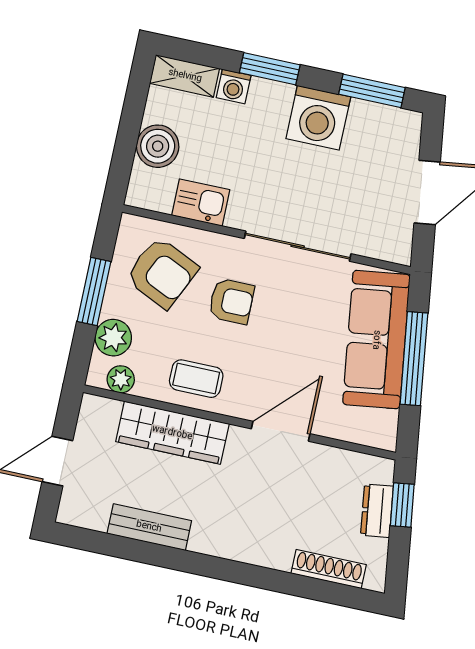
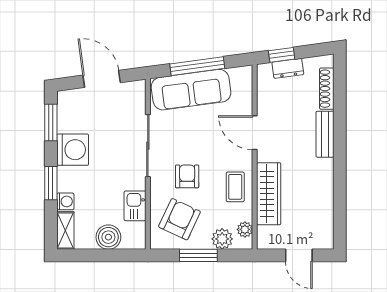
bench: (149, 527) -> (325, 134), moved

